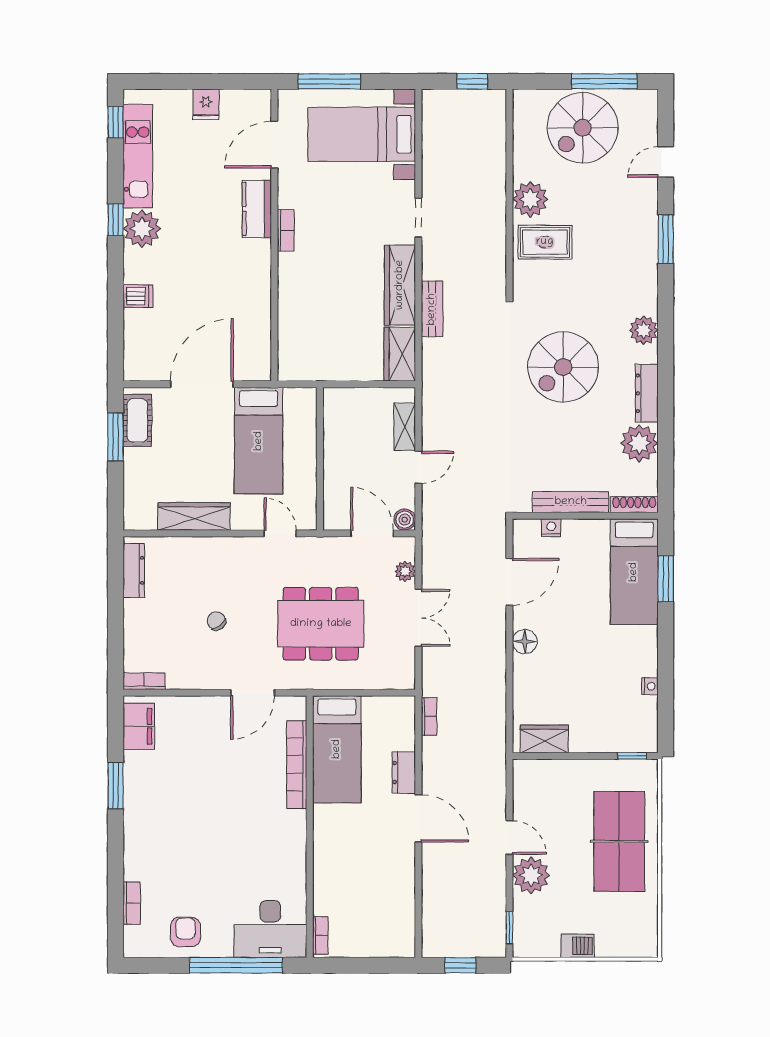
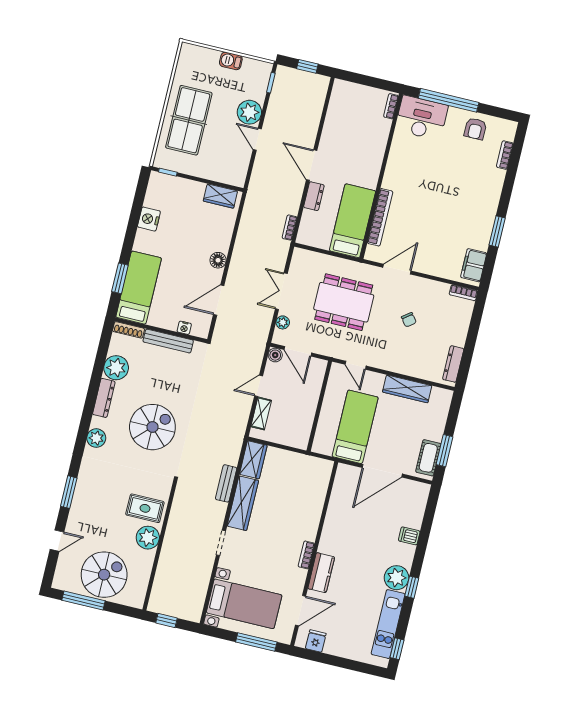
fridge: (206, 104) -> (316, 641), moved
nightstand: (650, 686) -> (149, 219), width x1.89, depth x1.79

